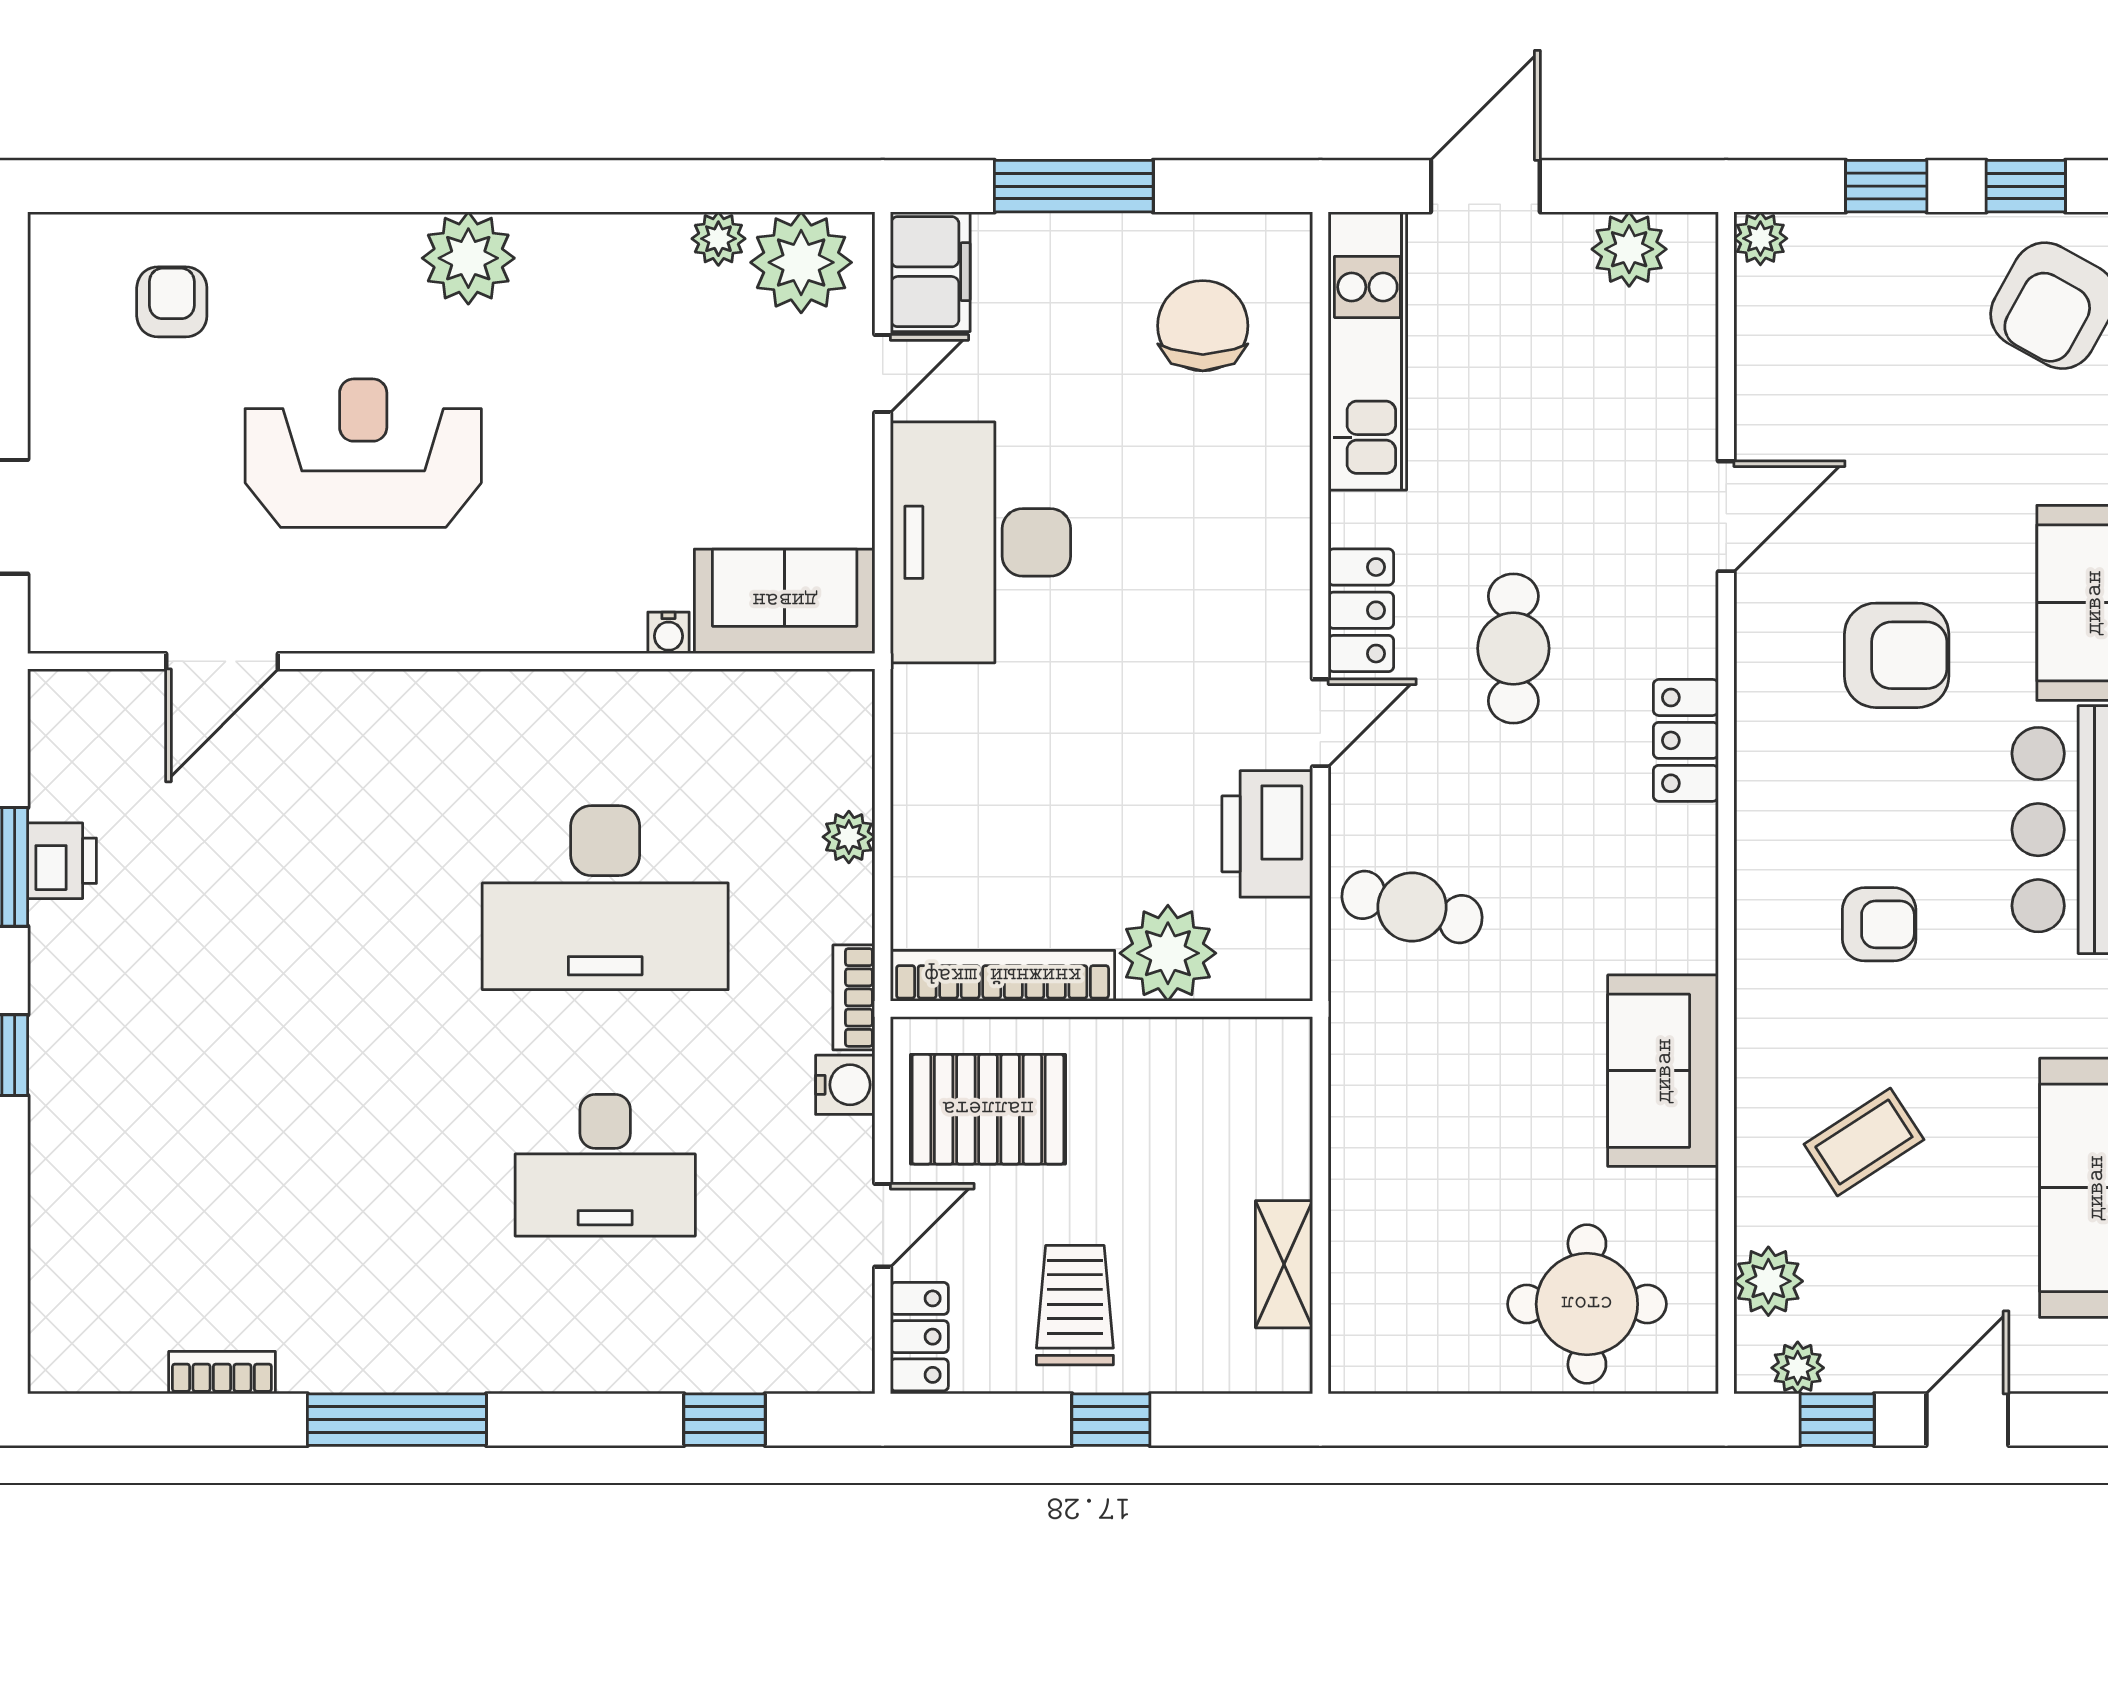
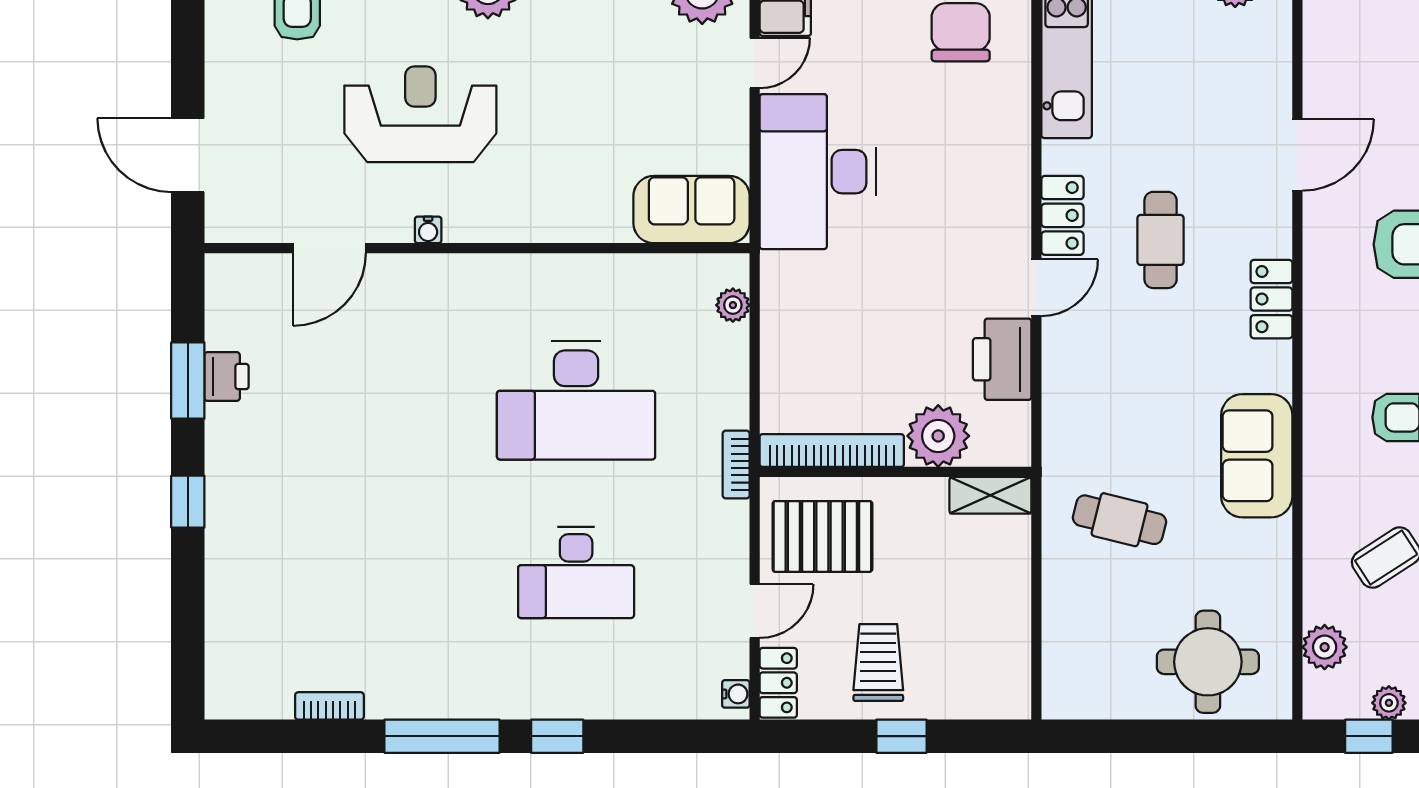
water cooler: (668, 633) -> (428, 230), moved
plant: (849, 837) -> (733, 305), moved
cafe table: (1412, 907) -> (1120, 520), moved
sofa: (1663, 1071) -> (1257, 456), moved
water cooler: (845, 1085) -> (736, 694), moved, width x0.72, depth x0.72
shelving: (1284, 1264) -> (990, 495), moved, turned 90
plant: (1798, 1368) -> (1389, 703), moved
window: (725, 1420) -> (557, 736), moved

